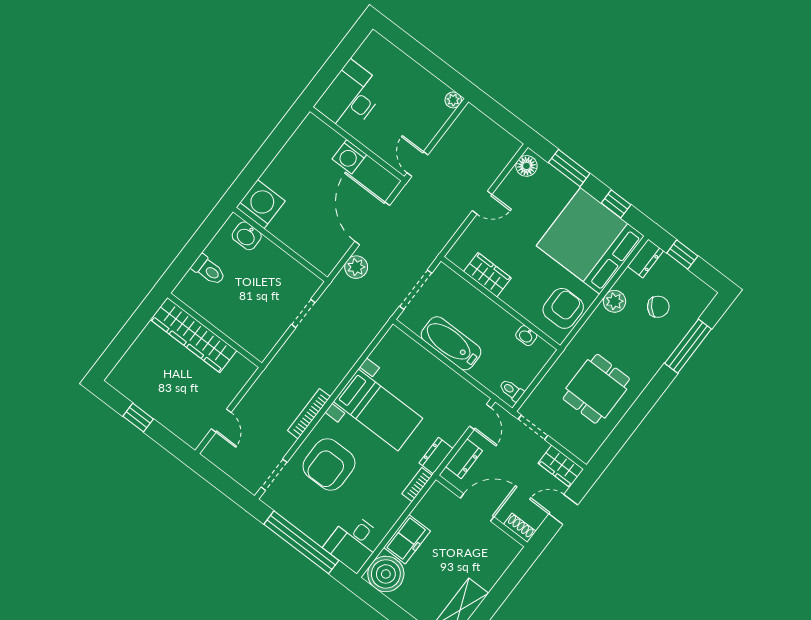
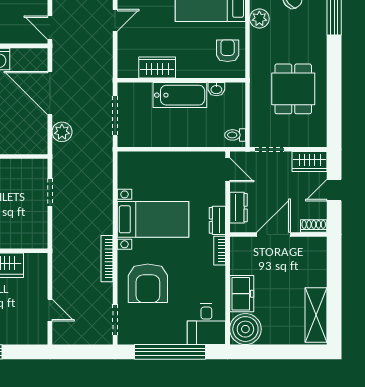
armchair: (563, 308) -> (228, 51), width x0.72, depth x0.72
bathtub: (451, 343) -> (180, 95), moved, turned 180

